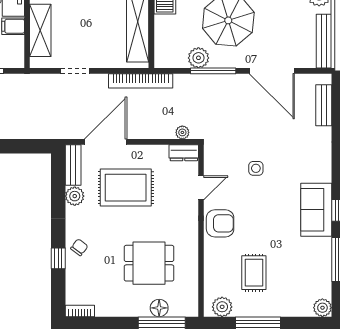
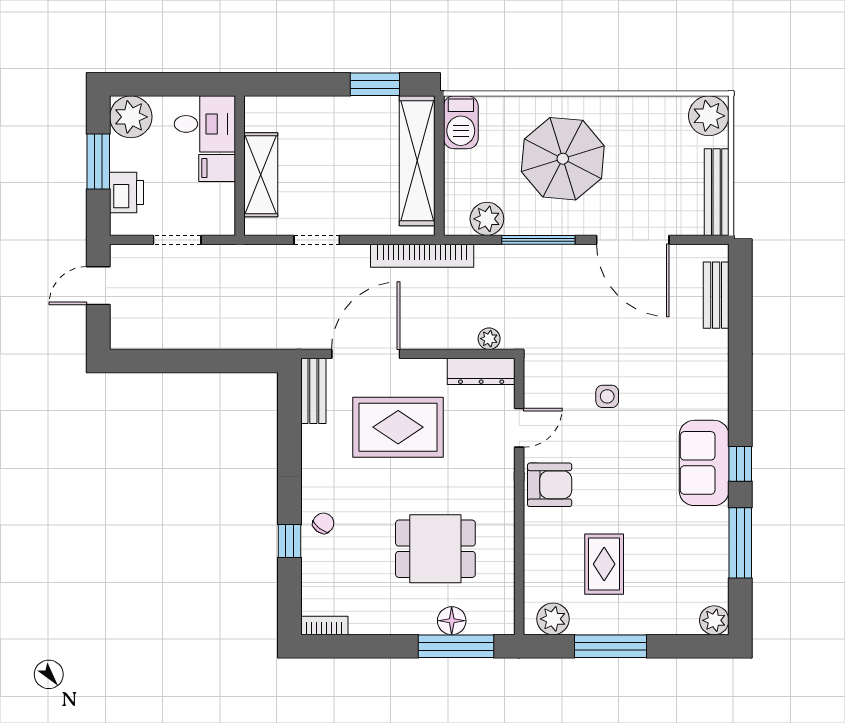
plant: (198, 58) -> (487, 219), moved
dresser: (184, 153) -> (481, 371), width x1.44
plant: (75, 196) -> (316, 441), removed

